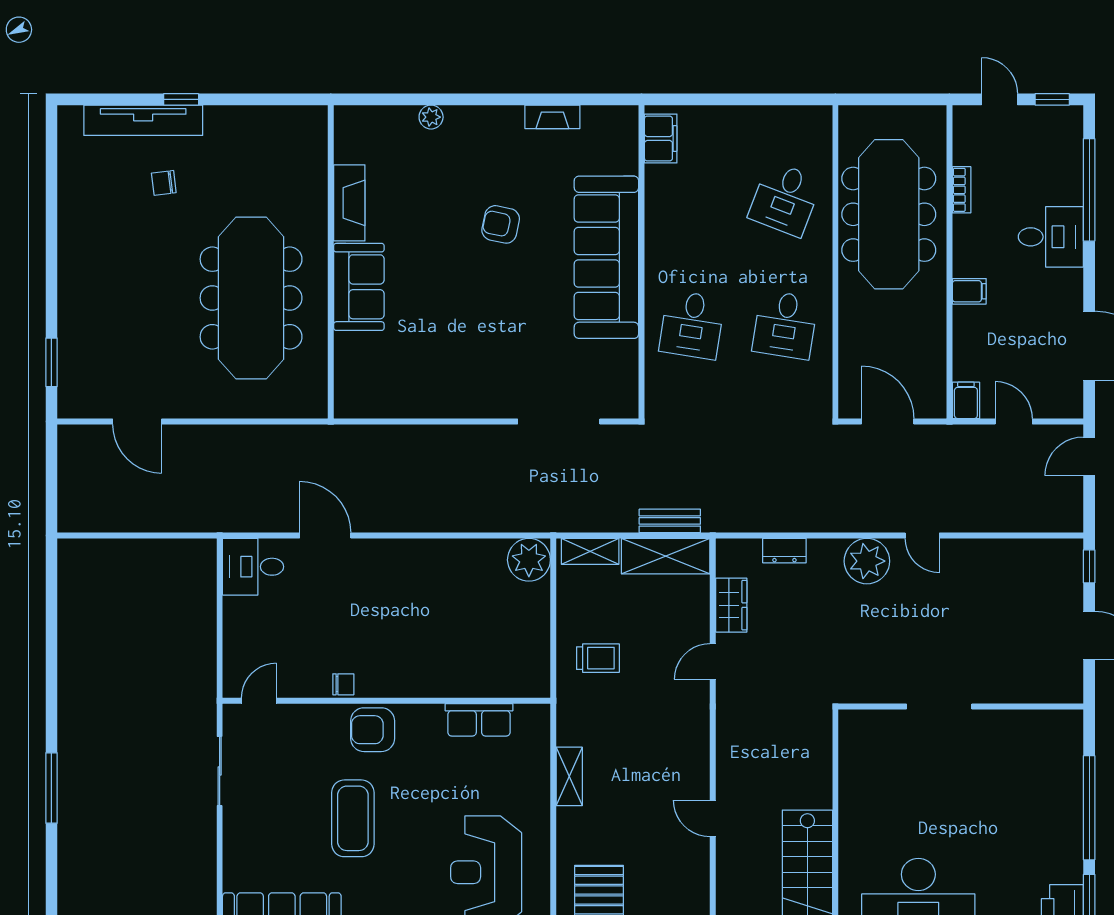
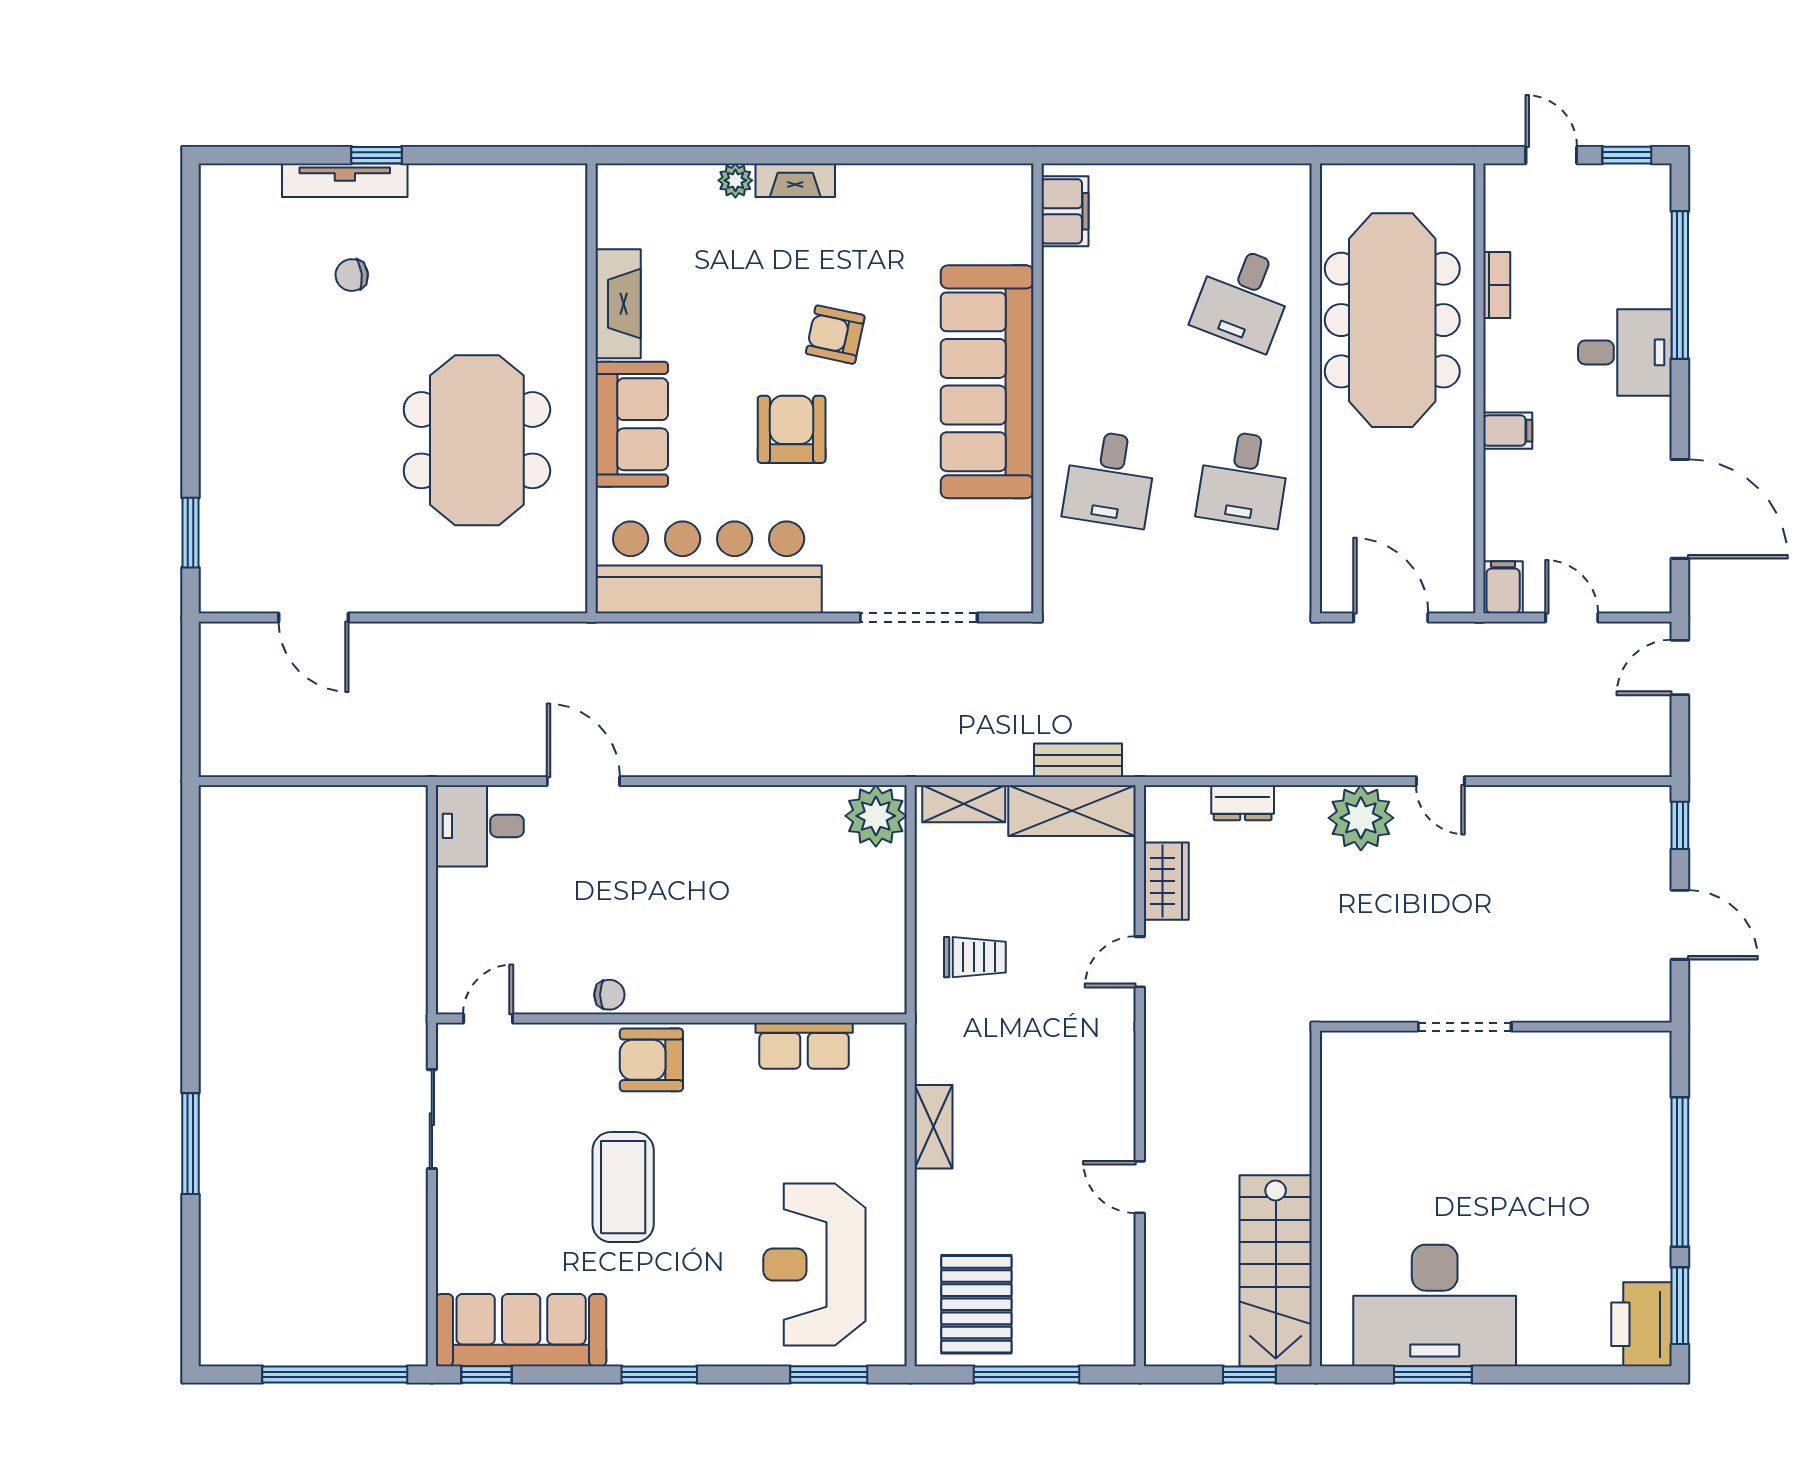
fireplace: (552, 117) -> (795, 180), moved
tv unit: (143, 120) -> (345, 180), width x0.73, depth x0.78
armchair: (470, 290) -> (792, 429), added
meeting table: (251, 298) -> (477, 440), width x0.73
bar counter: (412, 387) -> (709, 567), added

